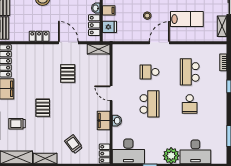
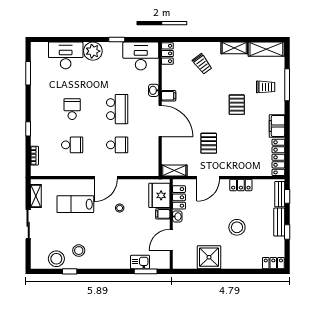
fridge: (109, 27) -> (159, 195), width x1.88, depth x1.34
door: (68, 43) -> (208, 178), hinge flipped
school desk: (190, 72) -> (72, 145), width x0.54
door: (111, 93) -> (160, 121), width x1.87
school desk: (149, 104) -> (117, 109), turned 180
filing cabinet: (104, 121) -> (169, 96), width x0.50

